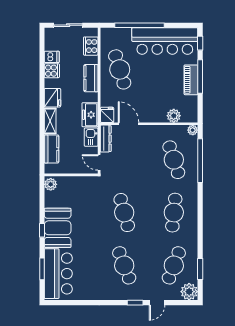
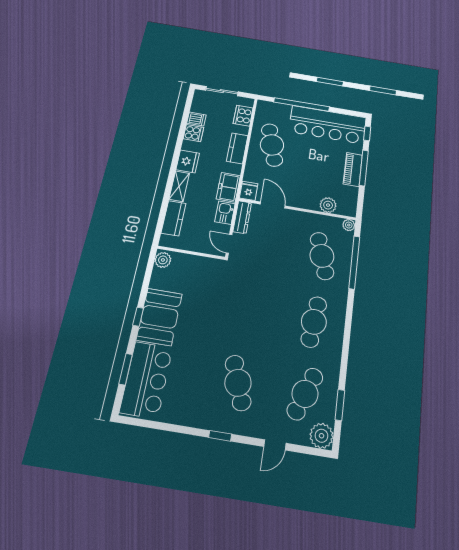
cafe table: (124, 213) -> (250, 311), removed
window: (135, 303) -> (220, 436), moved

